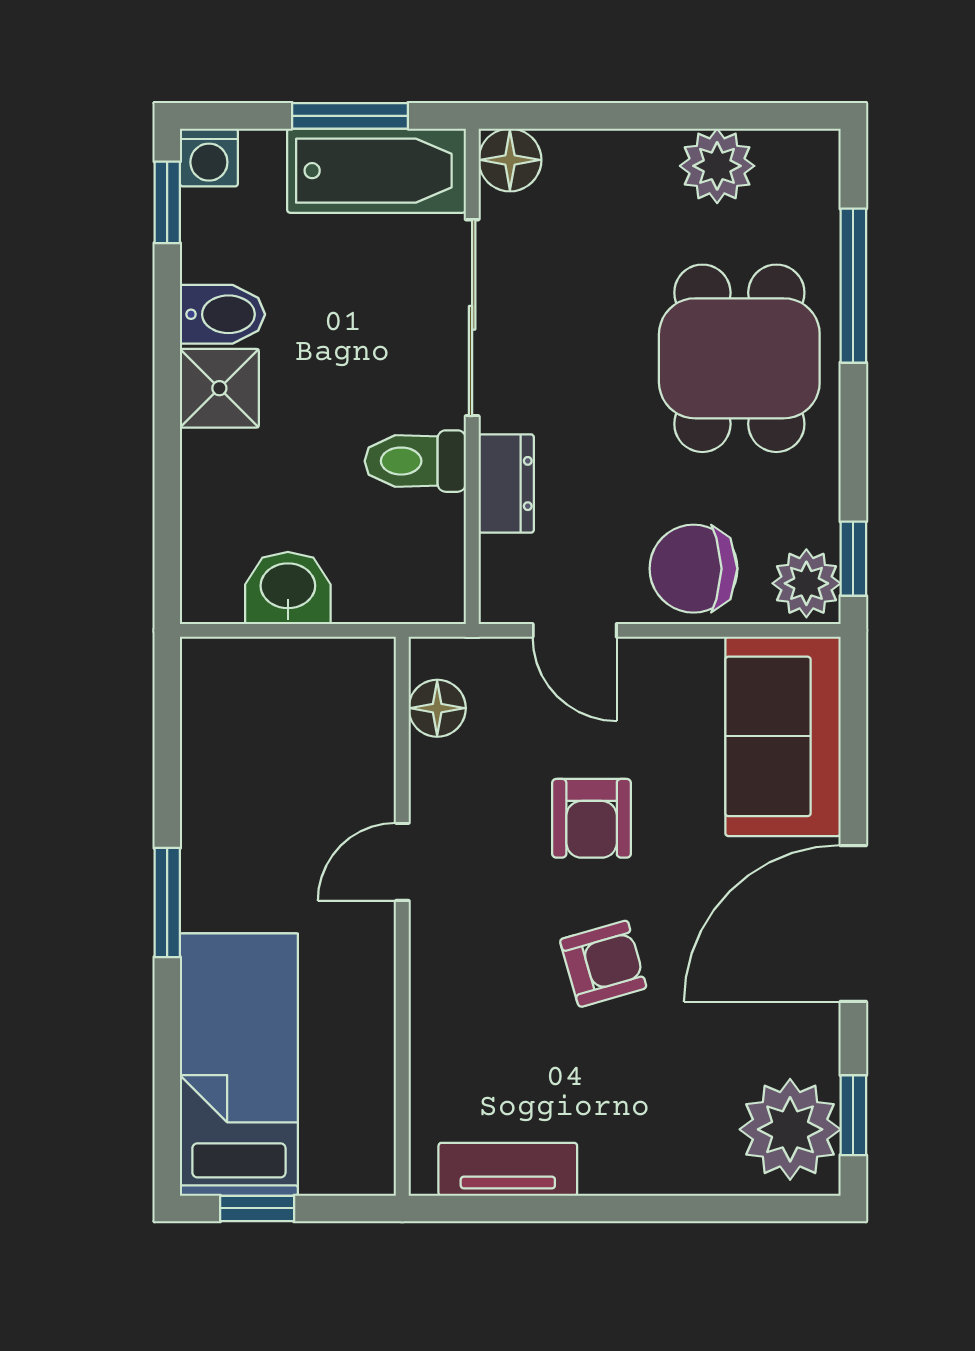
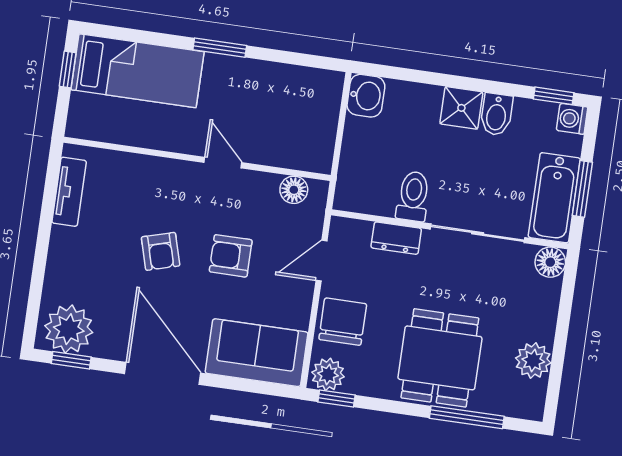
dining table: (739, 358) -> (440, 358), turned 90
washbasin: (288, 588) -> (366, 96), moved

